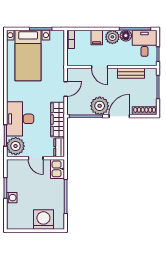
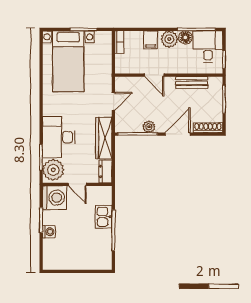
plant: (100, 106) -> (149, 127), width x0.53, depth x0.53
kitchen sink: (57, 169) -> (104, 217), moved
washing machine: (43, 220) -> (54, 198), moved, turned 90

